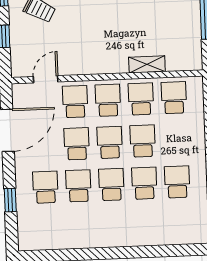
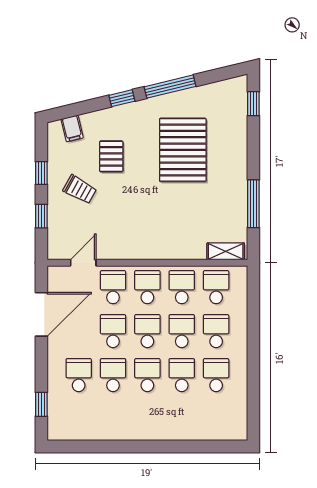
shelving: (147, 64) -> (226, 251), moved
school desk: (176, 140) -> (216, 331), added
window: (10, 200) -> (41, 404), moved

